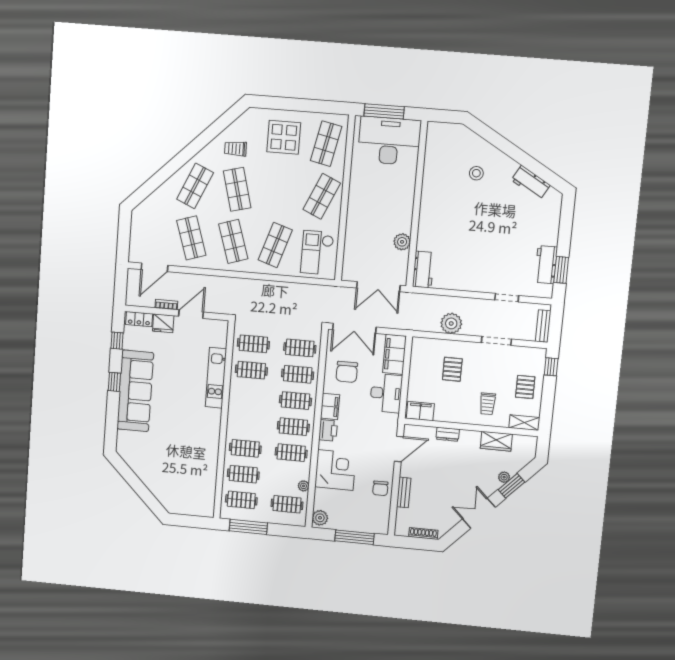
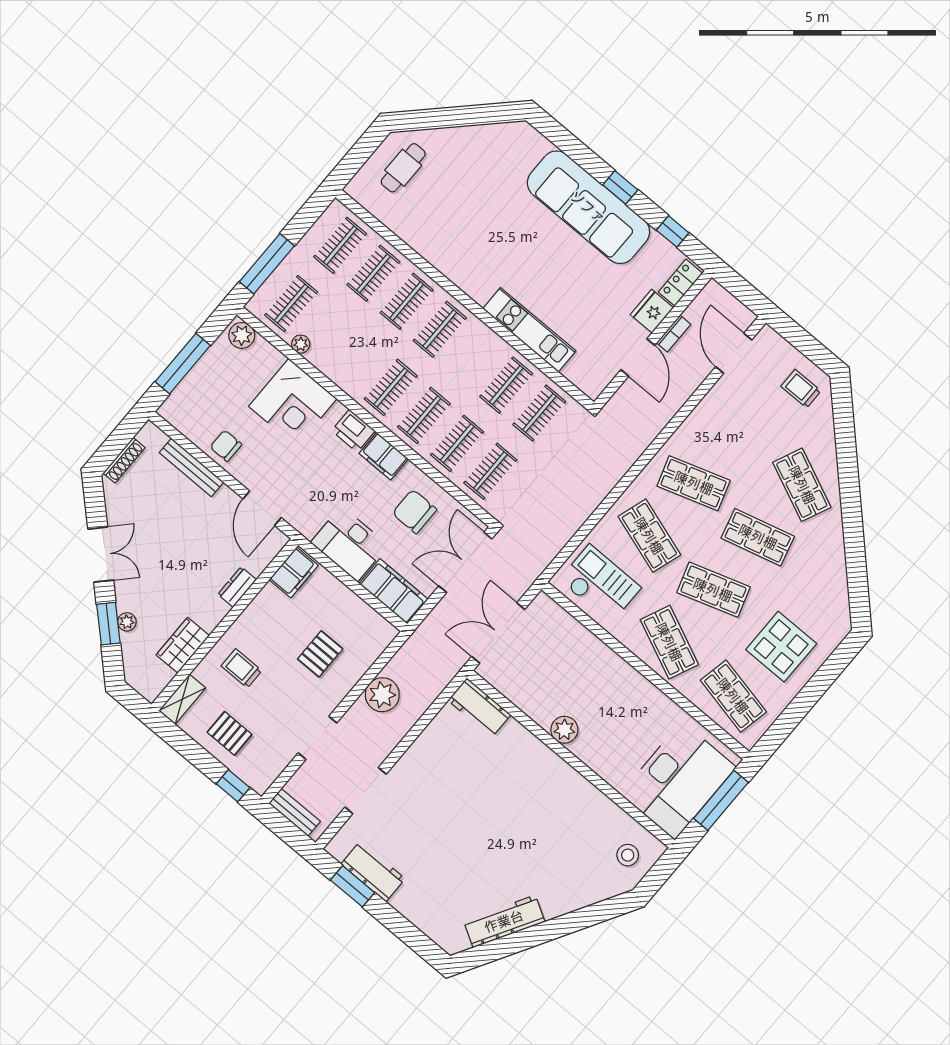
trolley: (236, 149) -> (801, 389), moved, turned -89
stool: (476, 173) -> (628, 855), moved
workbench: (531, 183) -> (504, 921), width x1.38
shop shelf: (191, 238) -> (713, 590), moved
plant: (402, 242) -> (564, 730), moved
doorway: (507, 298) -> (366, 791), width x1.38
pallet: (452, 369) -> (320, 654), turned 90
clothes rail: (291, 453) -> (440, 329), moved
bench: (404, 492) -> (191, 467), width x1.36
cafe table: (181, 495) -> (403, 168), added
window: (248, 527) -> (267, 264), moved

